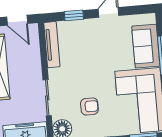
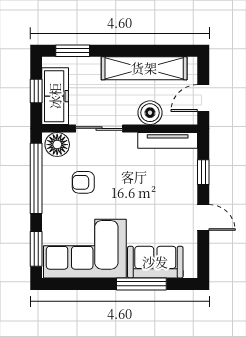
boiler: (32, 60) -> (150, 113), added
armchair: (89, 106) -> (83, 182), turned 90

